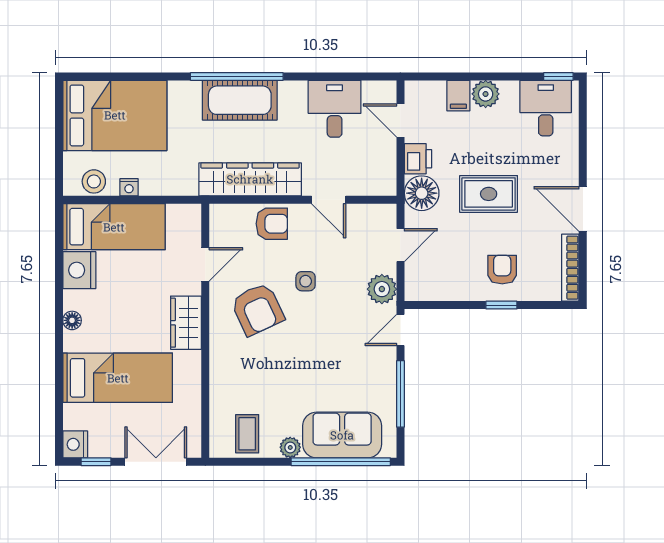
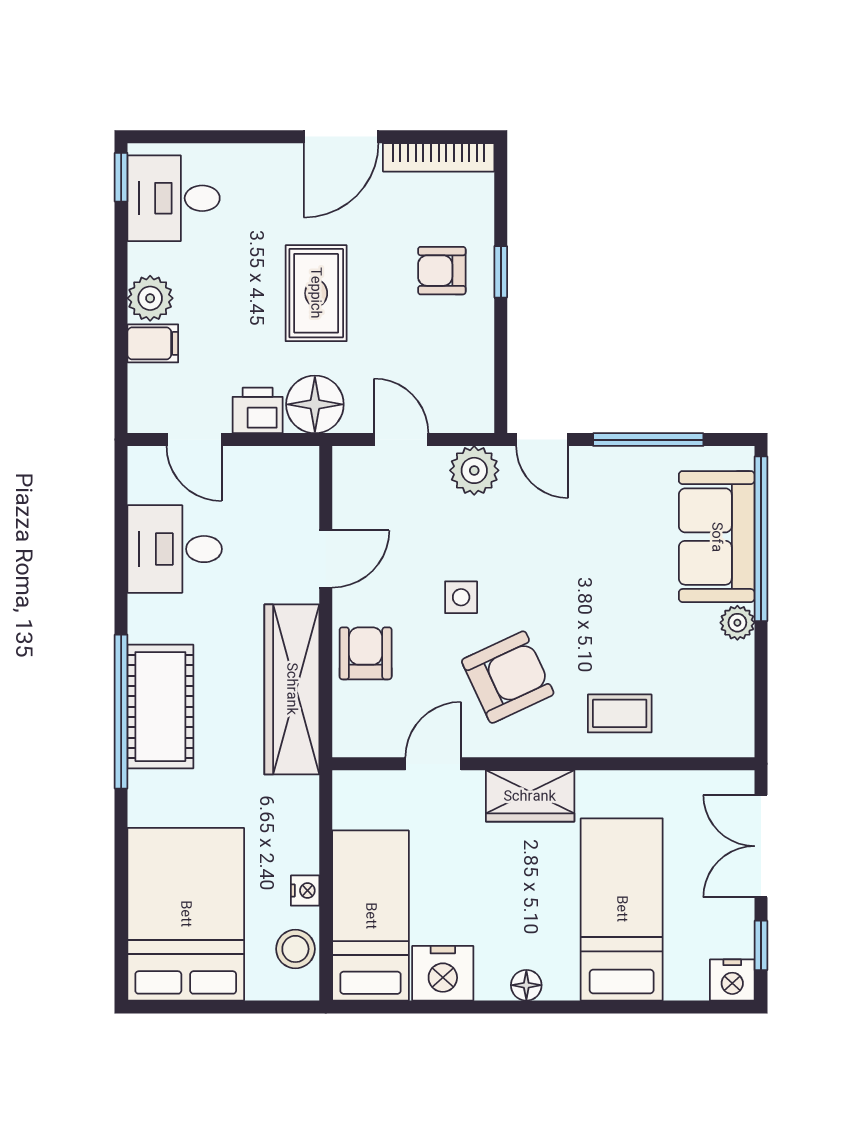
door: (400, 120) -> (194, 440), hinge flipped
door: (205, 264) -> (433, 764), hinge flipped
coffee table: (247, 434) -> (620, 713), moved

